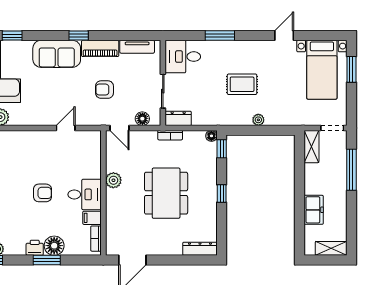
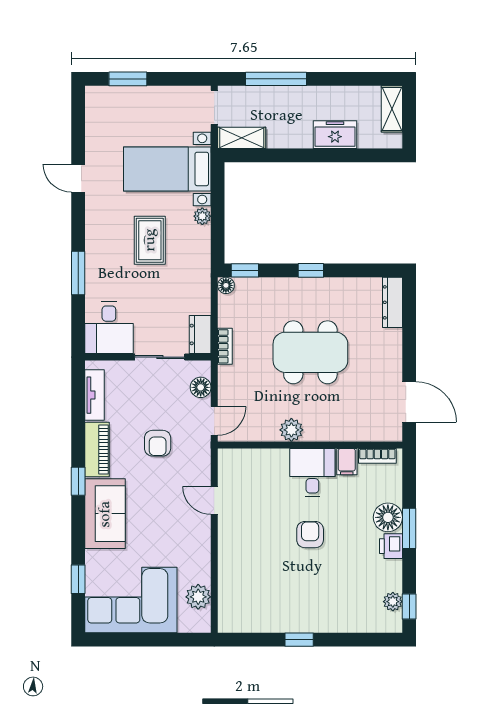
bed with nightstands: (322, 70) -> (167, 169), moved, turned 180

